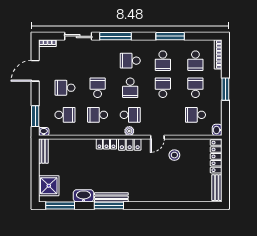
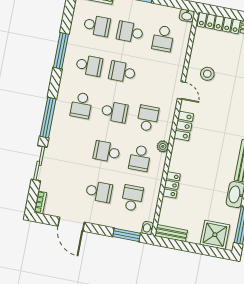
school desk: (65, 88) -> (99, 192), turned -90
plant: (129, 131) -> (163, 146), moved
locker: (106, 144) -> (172, 185), moved

